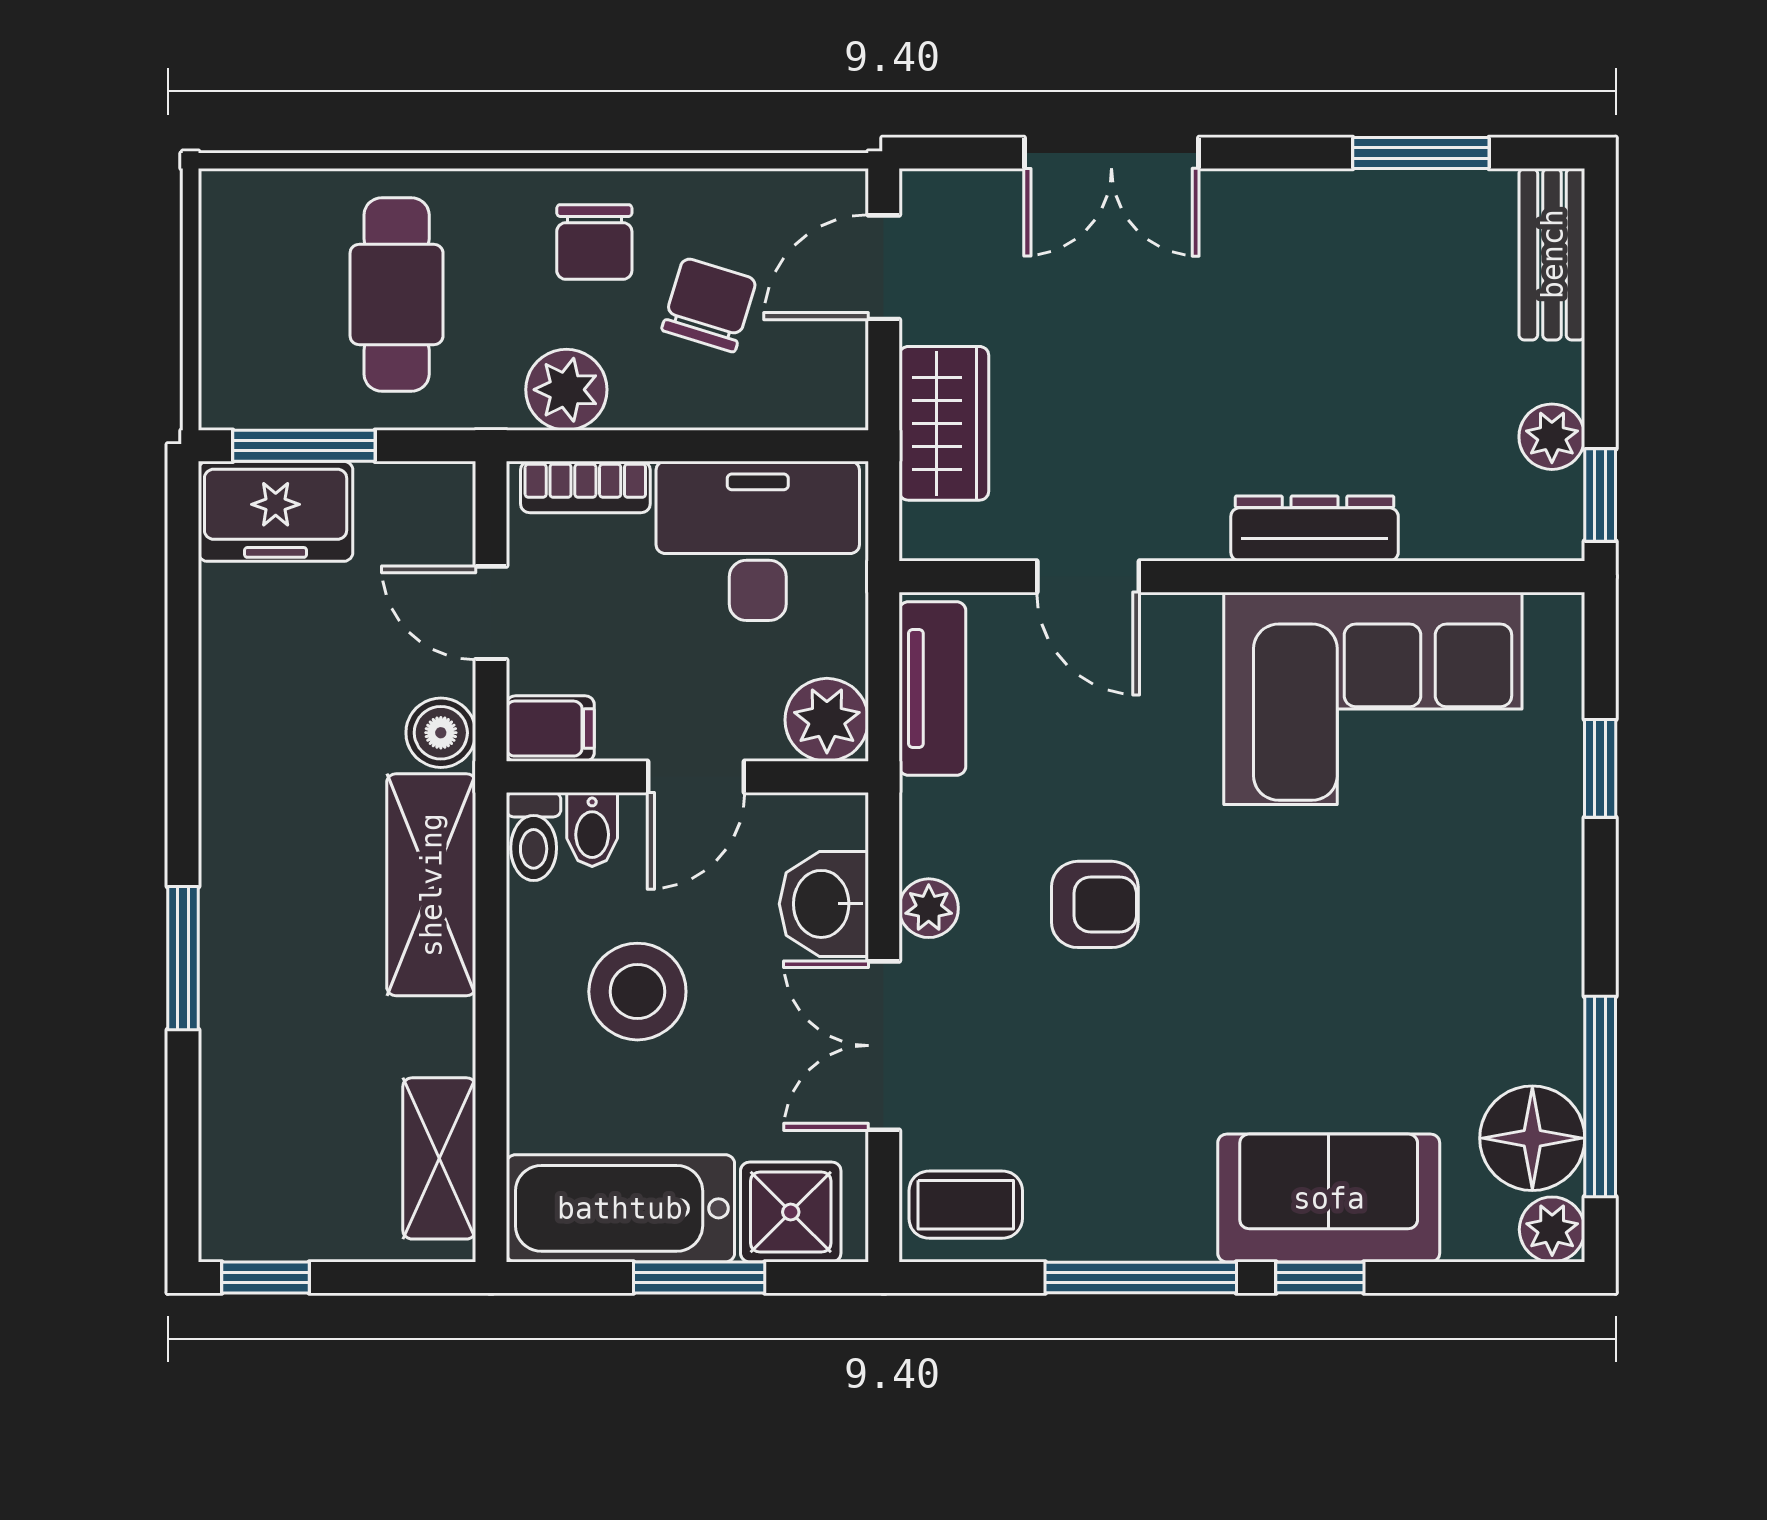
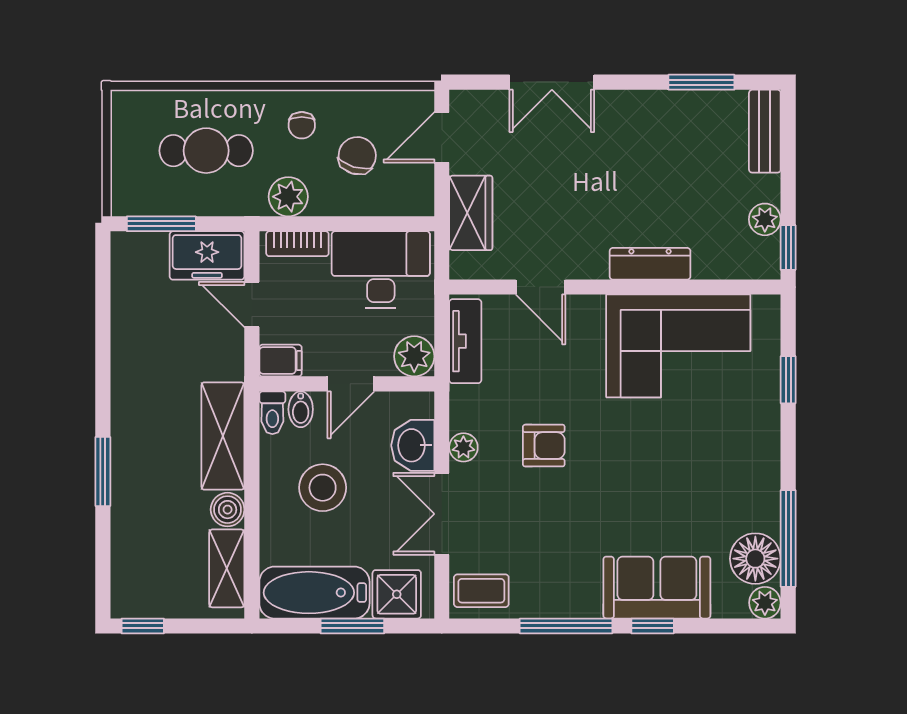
chair: (594, 242) -> (302, 125), width x0.73, depth x0.73
cafe table: (397, 294) -> (206, 151), turned 90
freezer: (276, 511) -> (207, 255), moved
boiler: (441, 733) -> (228, 510), moved

